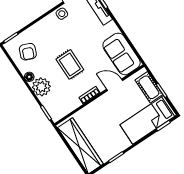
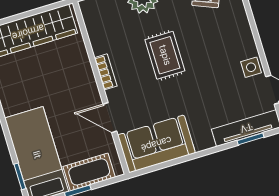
rug: (70, 64) -> (165, 55), turned 90
door: (115, 85) -> (110, 118), swing flipped

